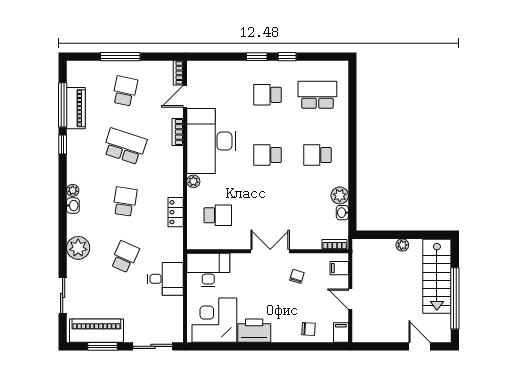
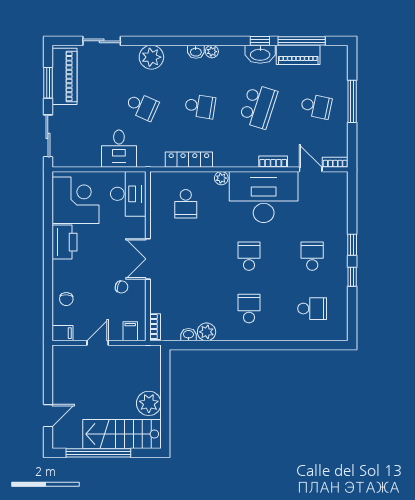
school desk: (317, 95) -> (312, 309), width x0.54
washbasin: (75, 144) -> (260, 54), added
locker: (176, 212) -> (189, 160), width x1.53
plant: (402, 245) -> (149, 403), width x1.88, depth x1.88
double door: (270, 251) -> (148, 259), swing flipped

